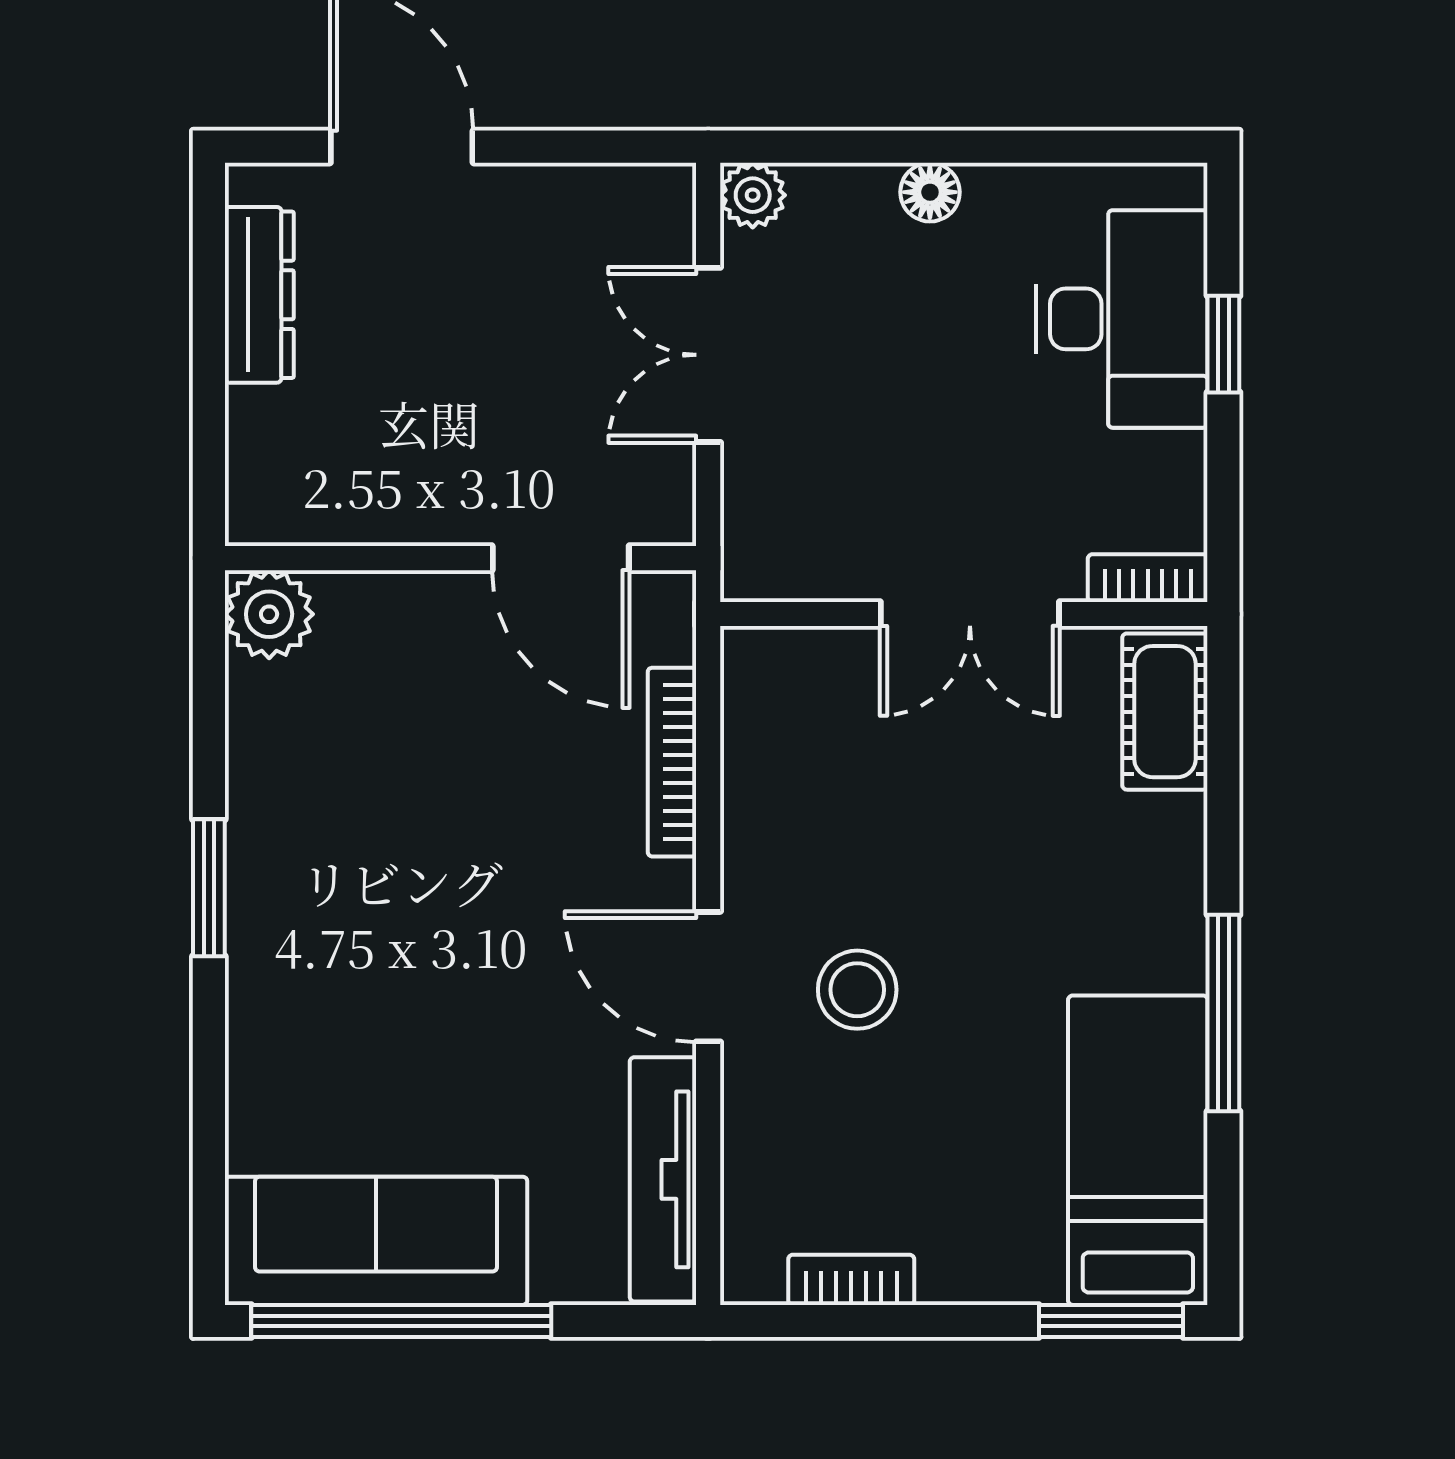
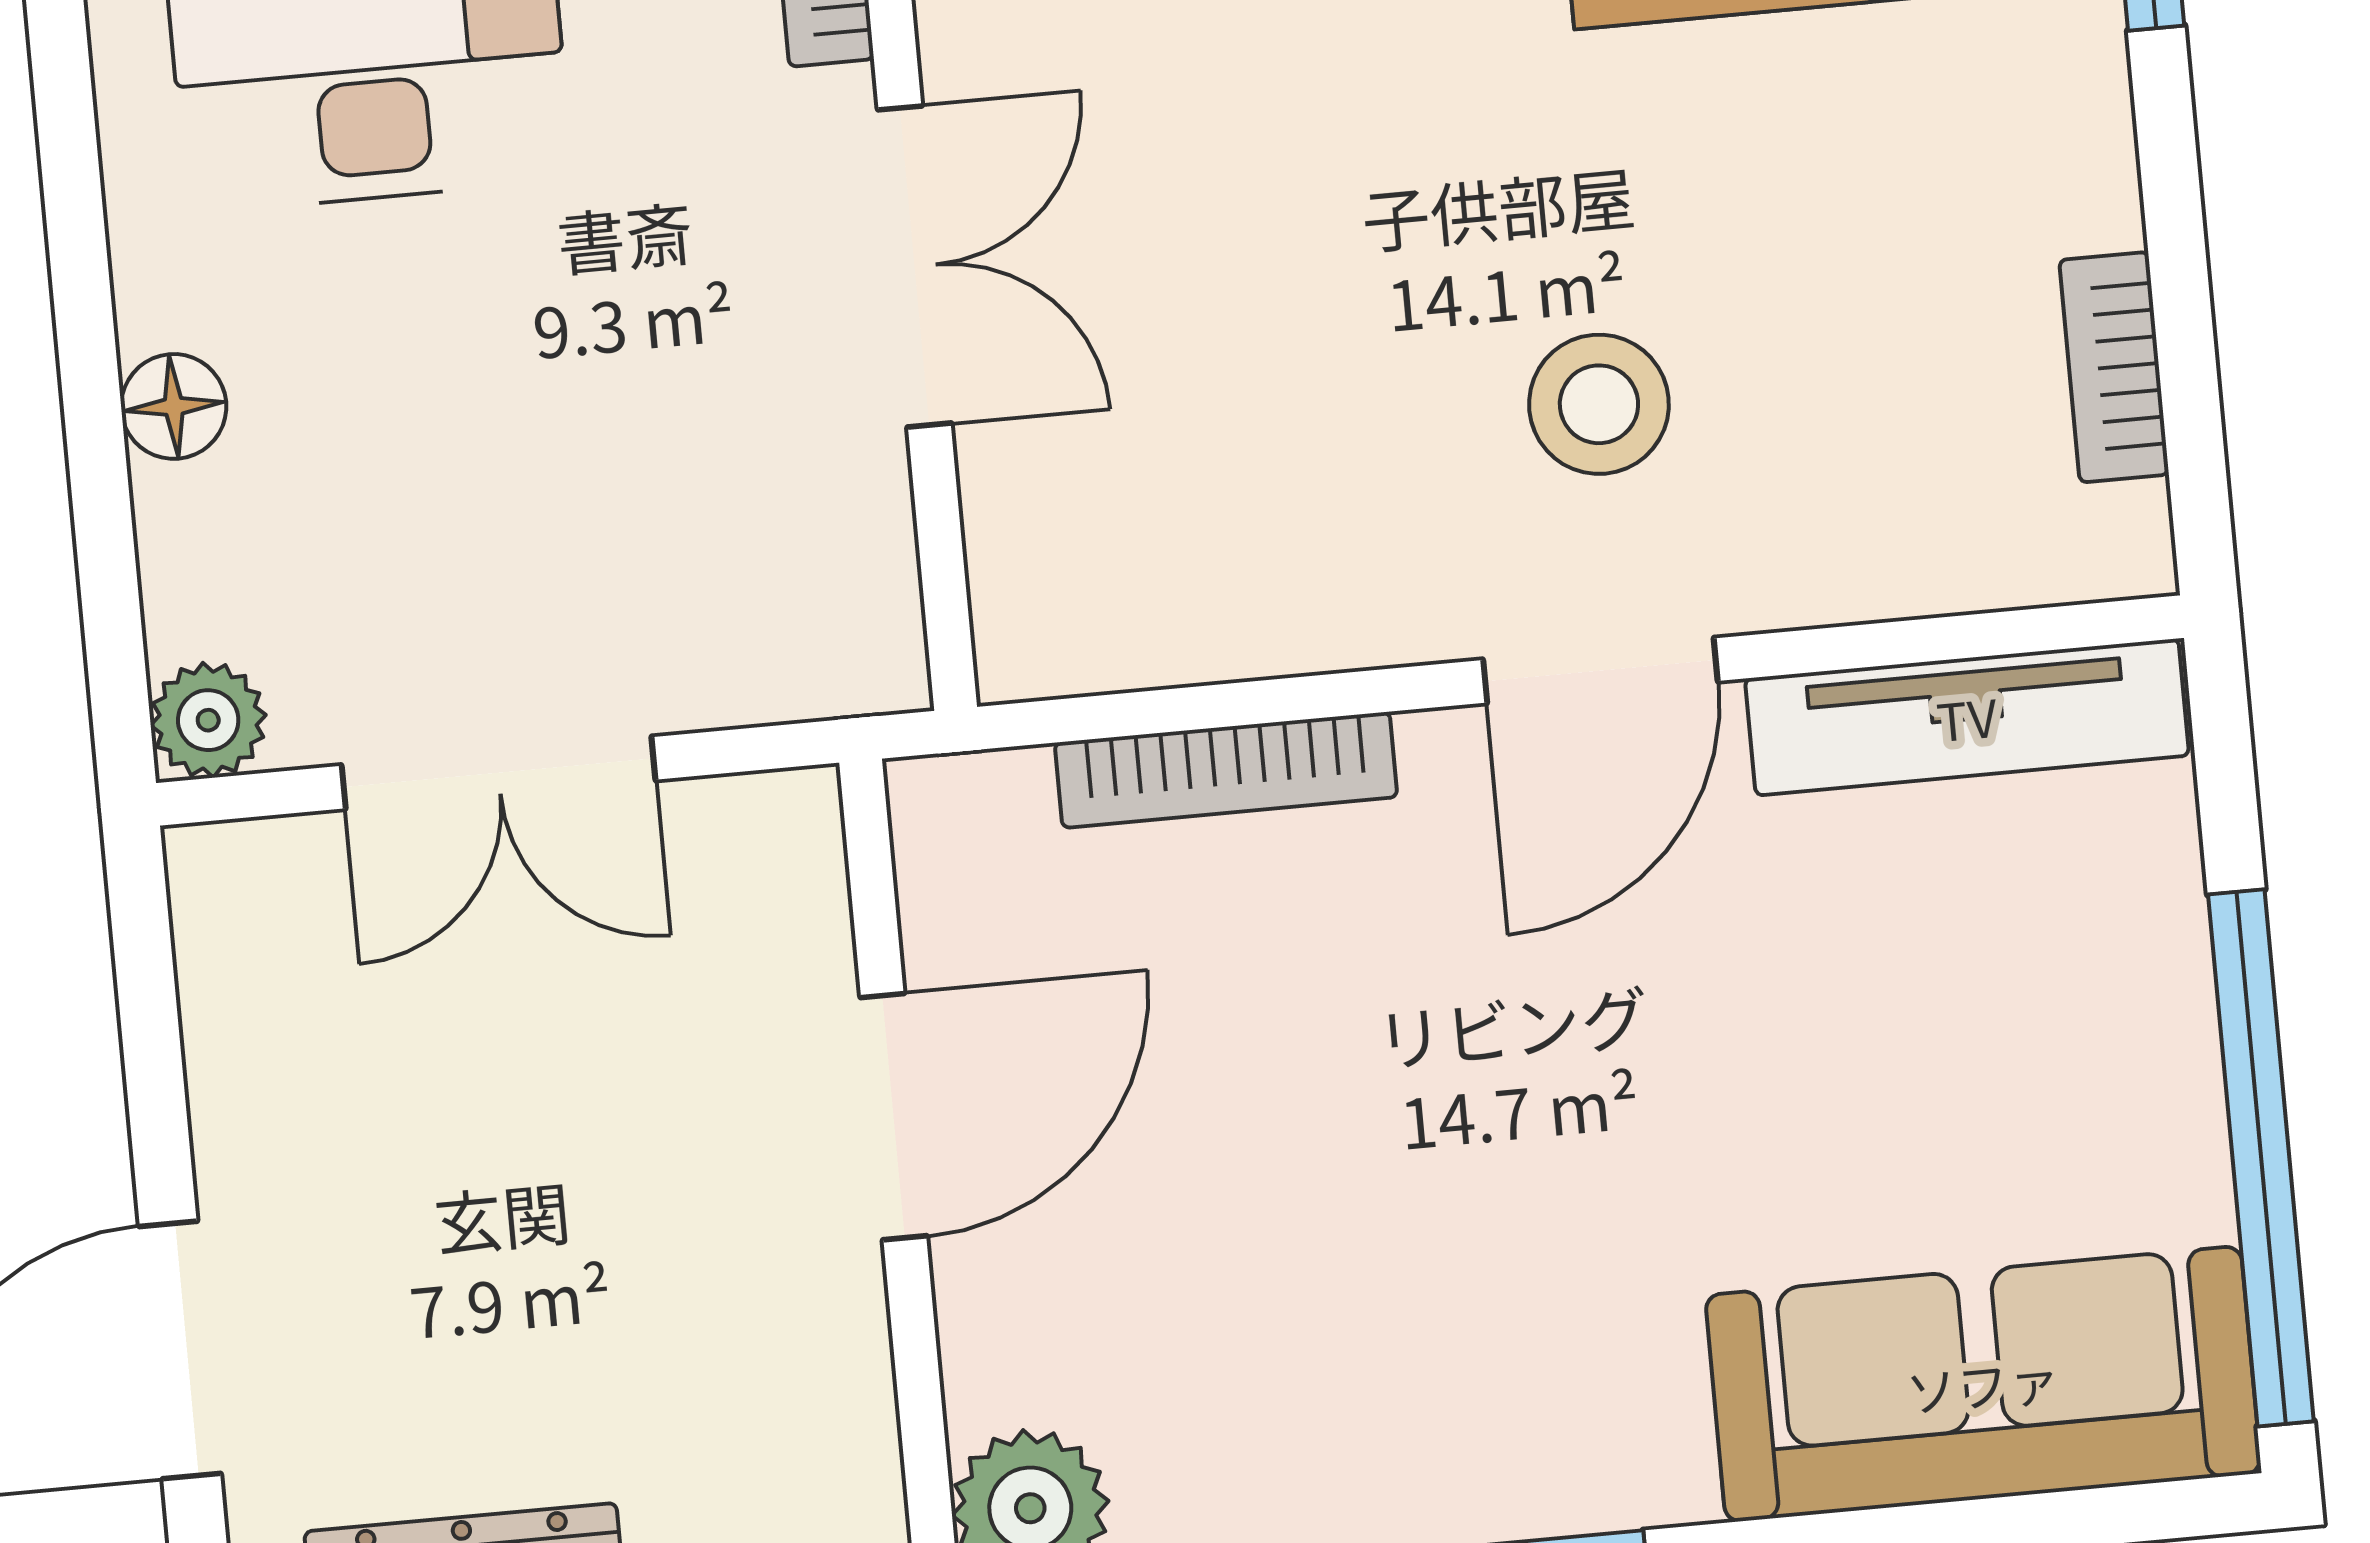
door: (561, 558) -> (894, 1117), moved
sofa: (376, 1241) -> (1983, 1384), moved, turned 90

